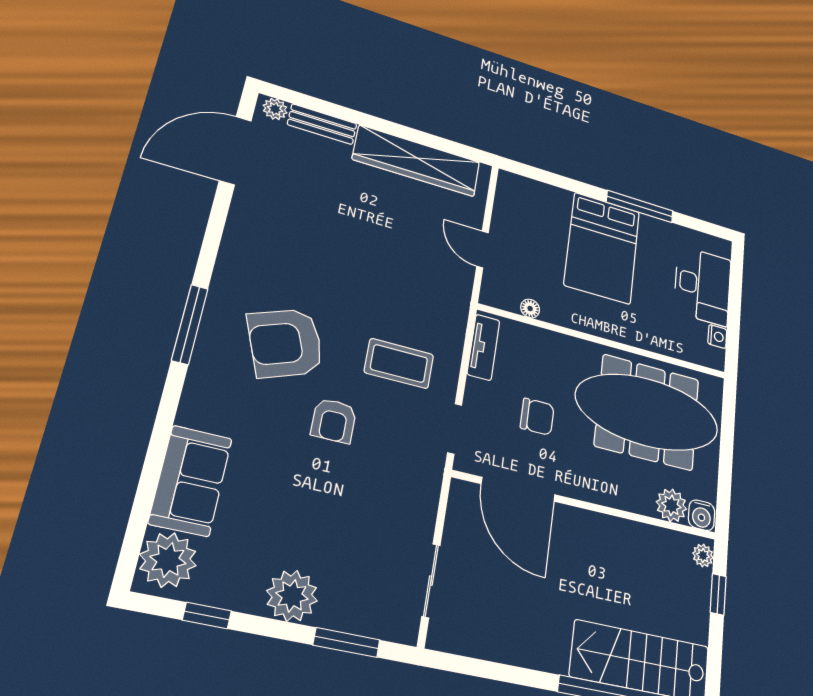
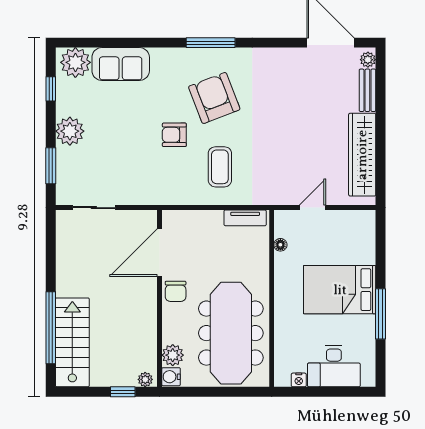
chair: (537, 417) -> (176, 291), moved
doorway: (455, 429) -> (188, 208), removed

